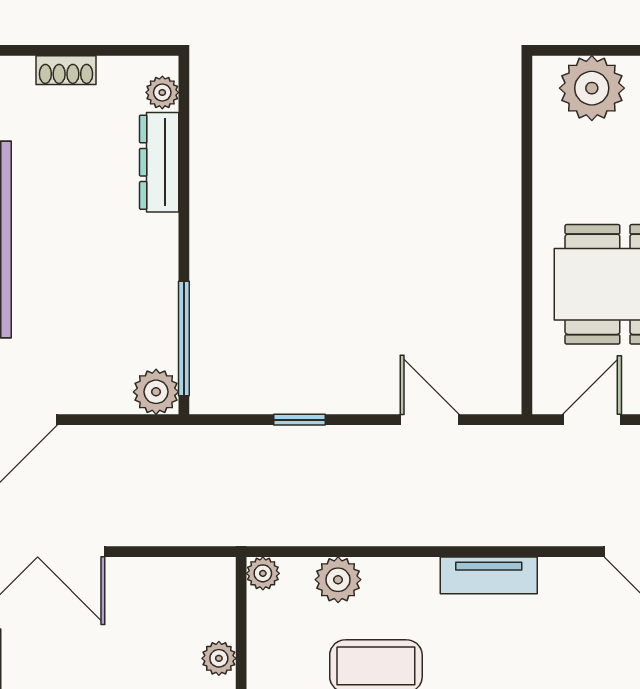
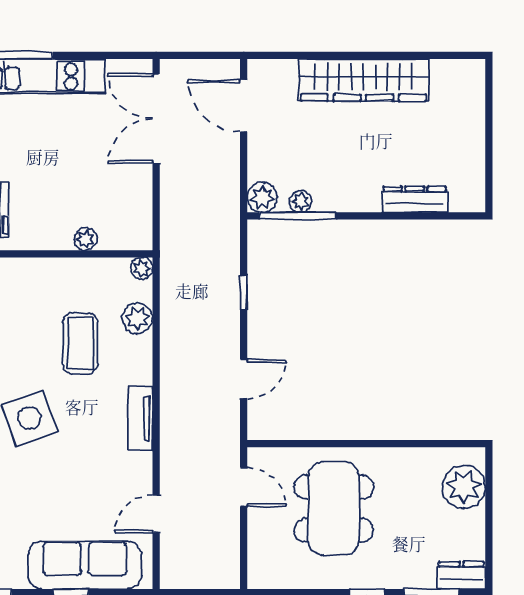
shoe rack: (66, 70) -> (476, 138), removed
plant: (162, 92) -> (300, 202), moved

